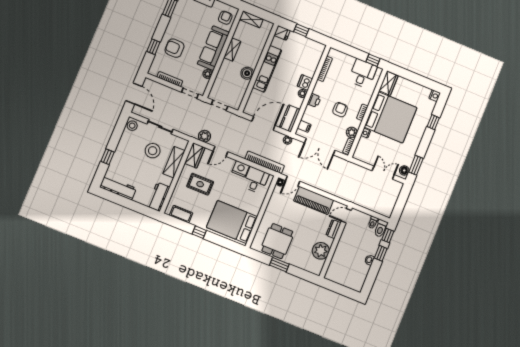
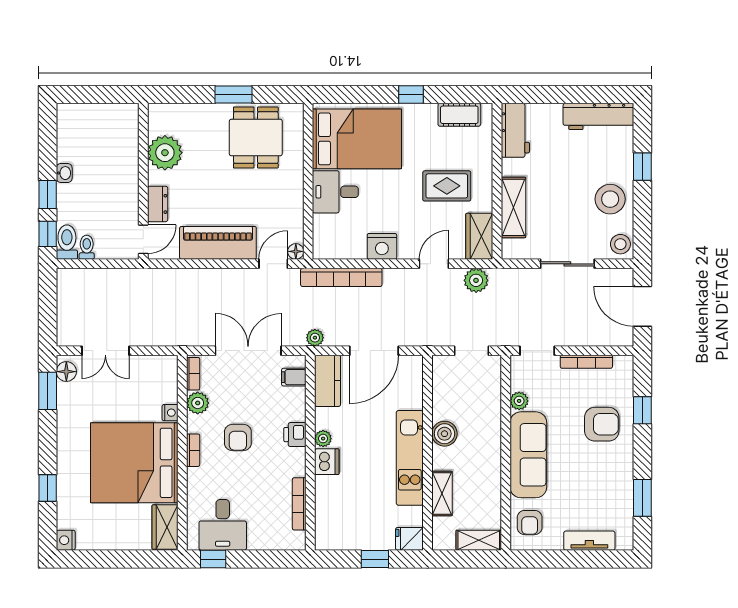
shelving: (232, 50) -> (442, 494), moved
stool: (153, 151) -> (610, 199), moved
desk: (256, 180) -> (335, 192), moved, turned 90

